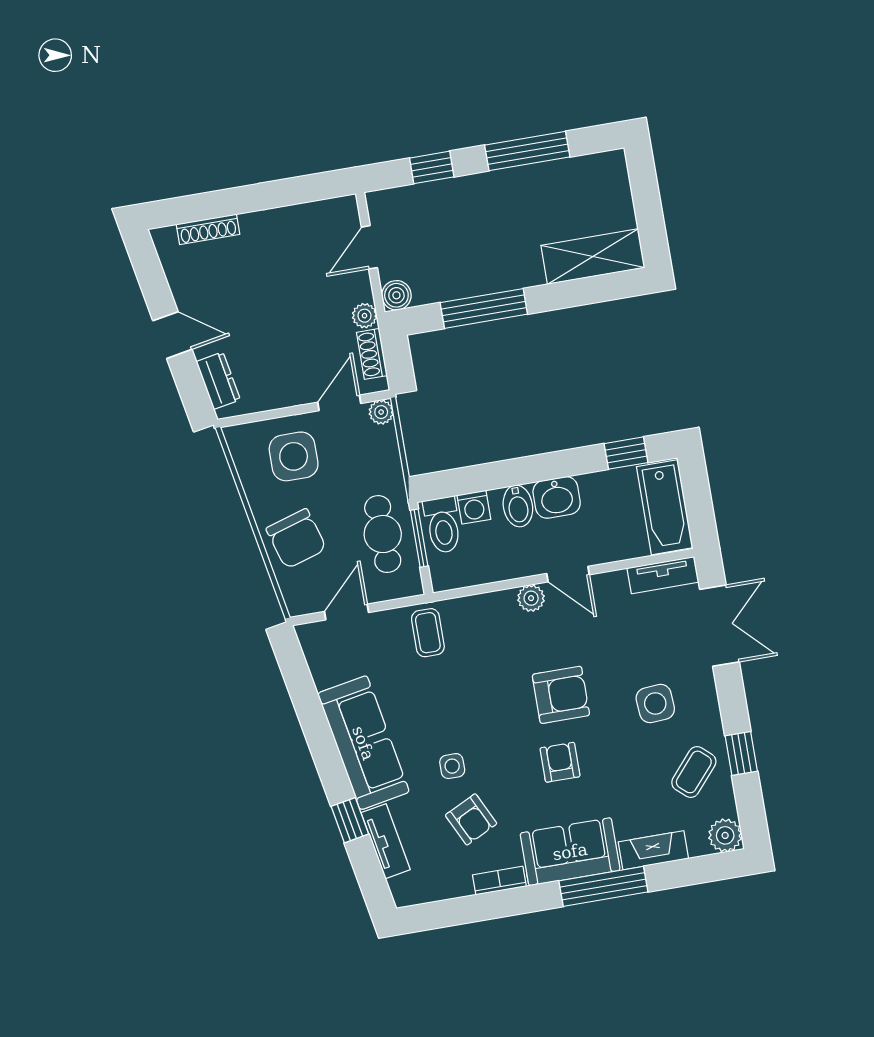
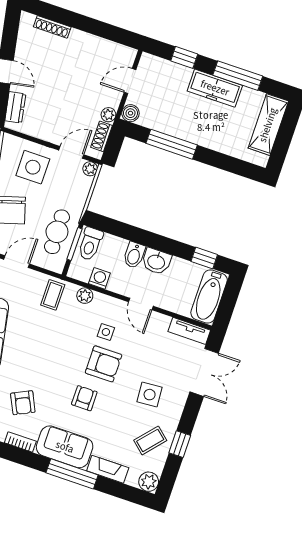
freezer: (503, 189) -> (215, 88), added
shelving: (593, 257) -> (268, 125), moved, turned 90
washing machine: (474, 507) -> (99, 278), moved, turned 180
plant: (531, 598) -> (85, 296), moved
side table: (452, 766) -> (106, 332), moved

